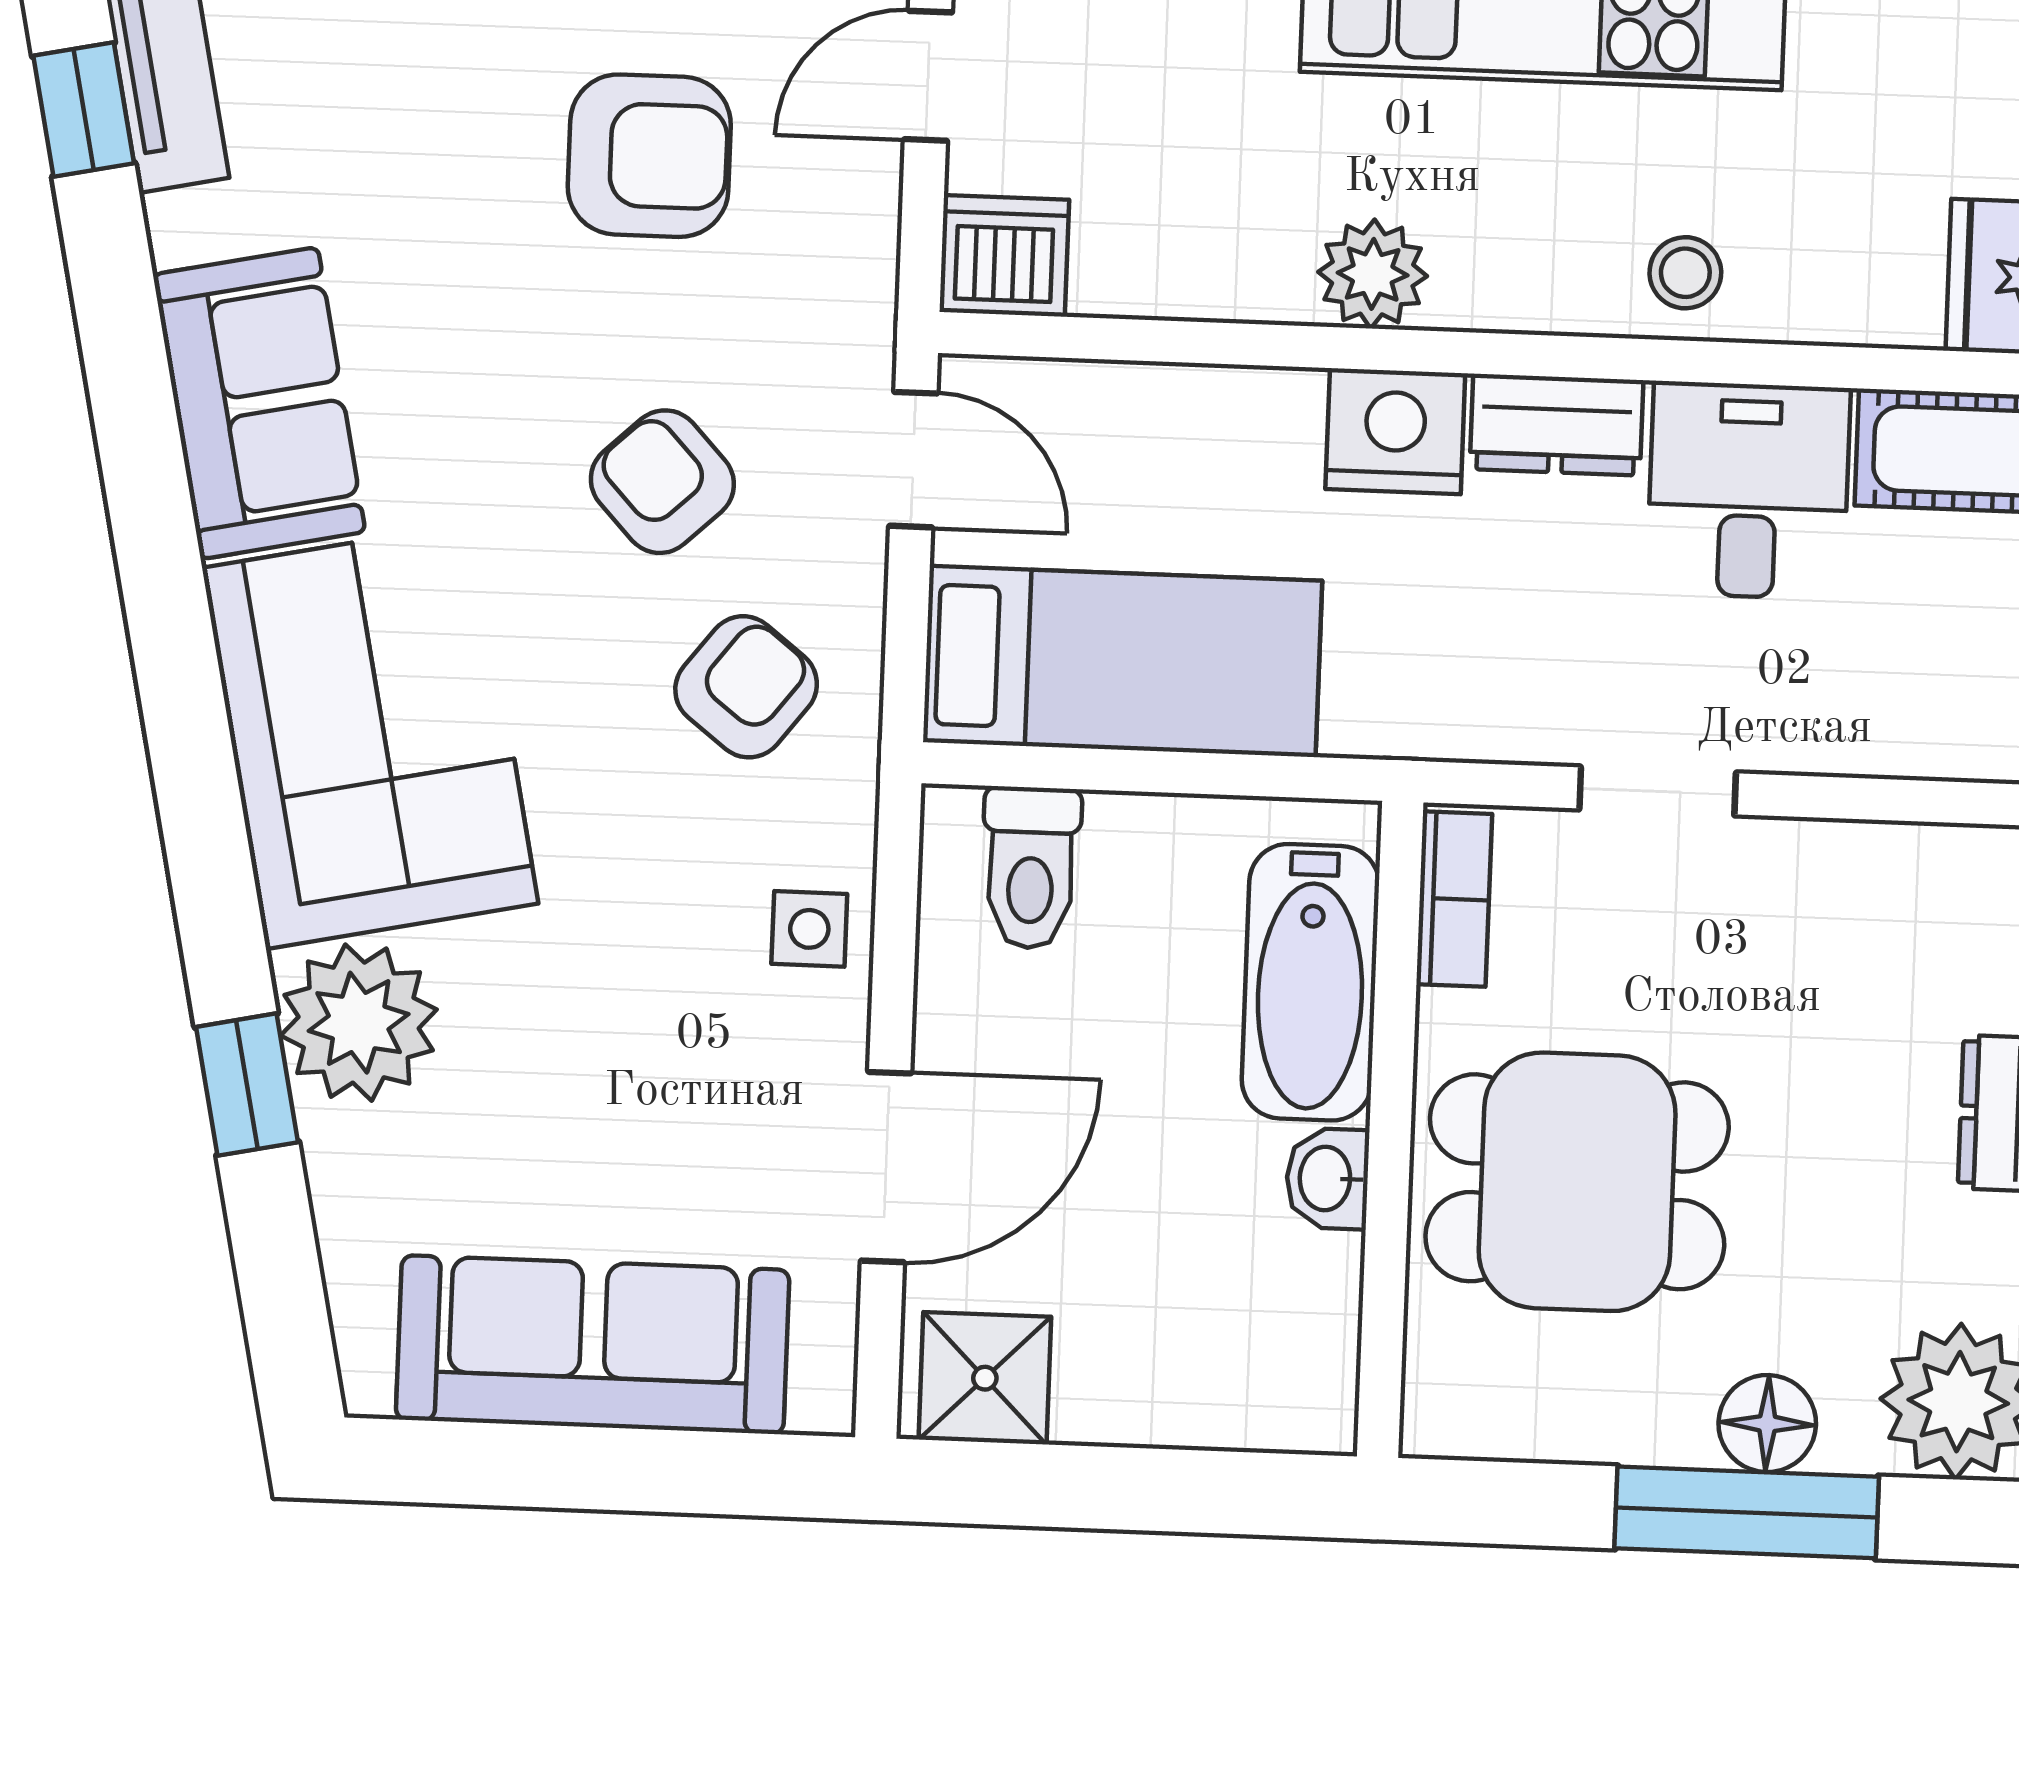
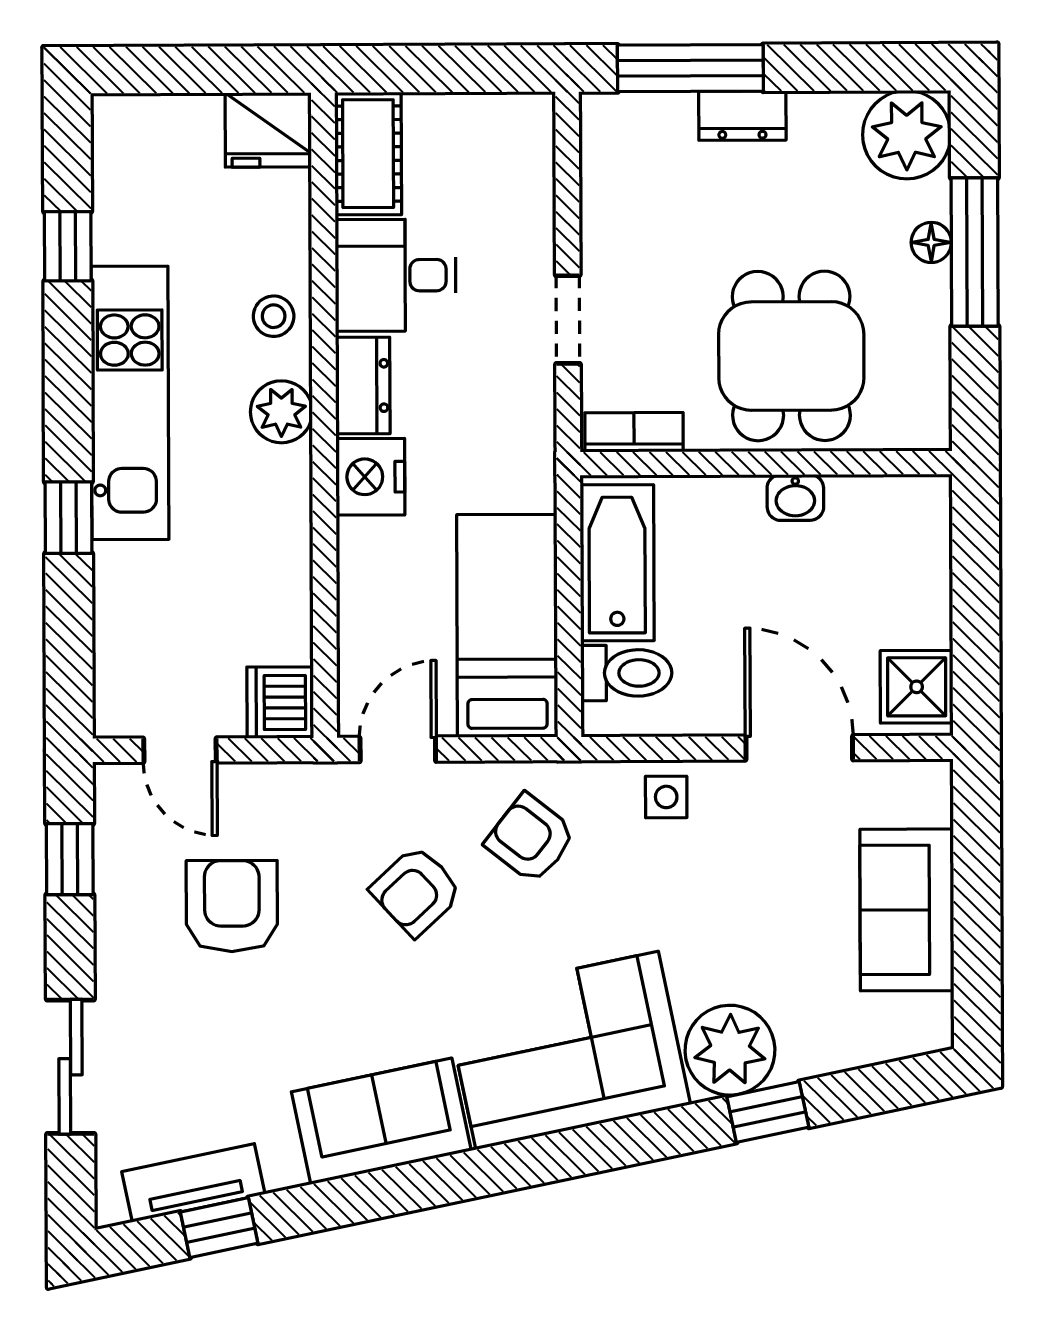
plant: (1373, 274) -> (281, 412), moved
bathtub: (1310, 982) -> (617, 563), moved, turned -90
sofa: (593, 1345) -> (907, 910), width x0.73
floor lamp: (1767, 1424) -> (931, 242), width x0.73, depth x0.73

